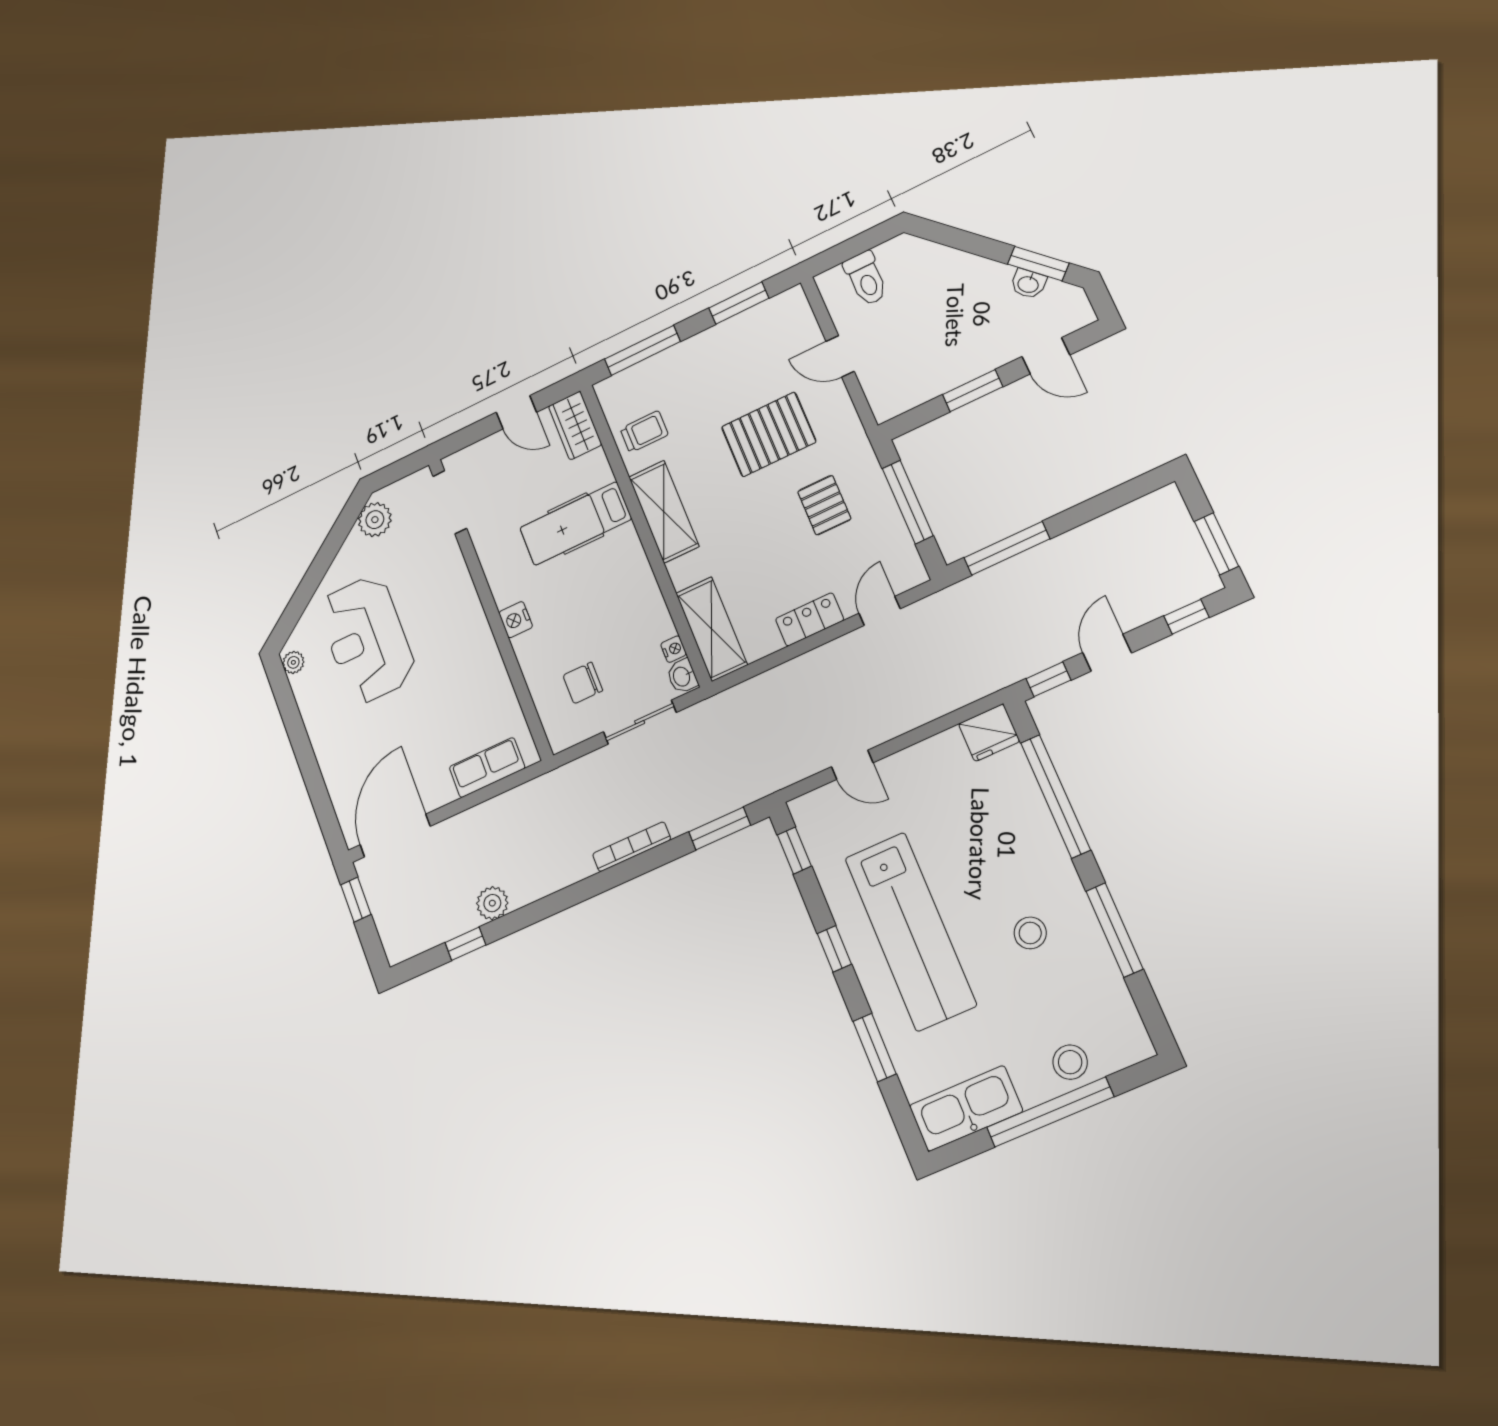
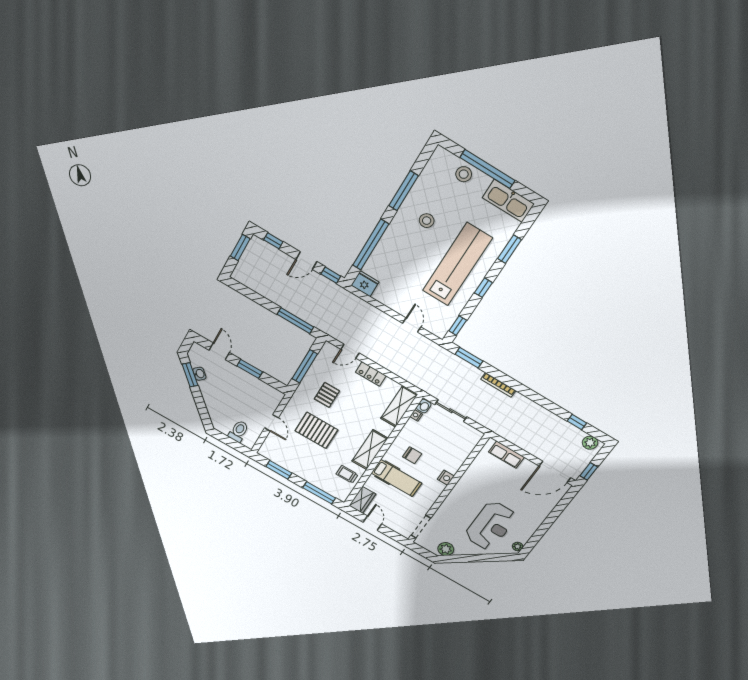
chair: (583, 683) -> (412, 455), moved
plant: (492, 903) -> (590, 443), moved

